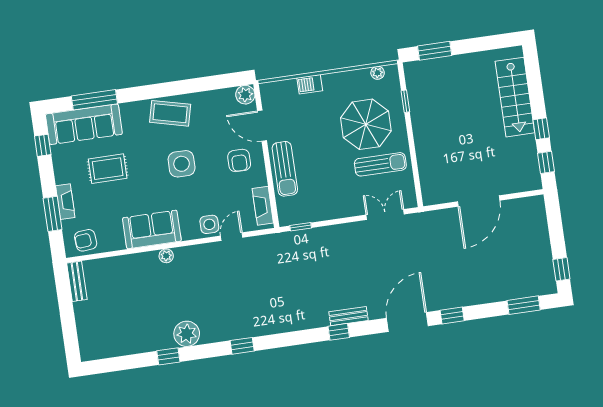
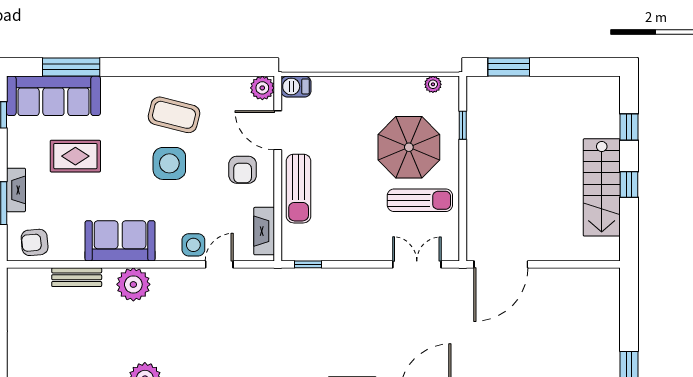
barbecue: (310, 84) -> (296, 86), moved
stairs: (515, 97) -> (602, 187), moved
coffee table: (170, 113) -> (174, 115), moved
window: (546, 162) -> (629, 127), moved
door: (479, 201) -> (501, 264), moved
plant: (166, 256) -> (133, 284), width x1.88, depth x1.88
bench: (77, 281) -> (77, 277), moved, turned 90

